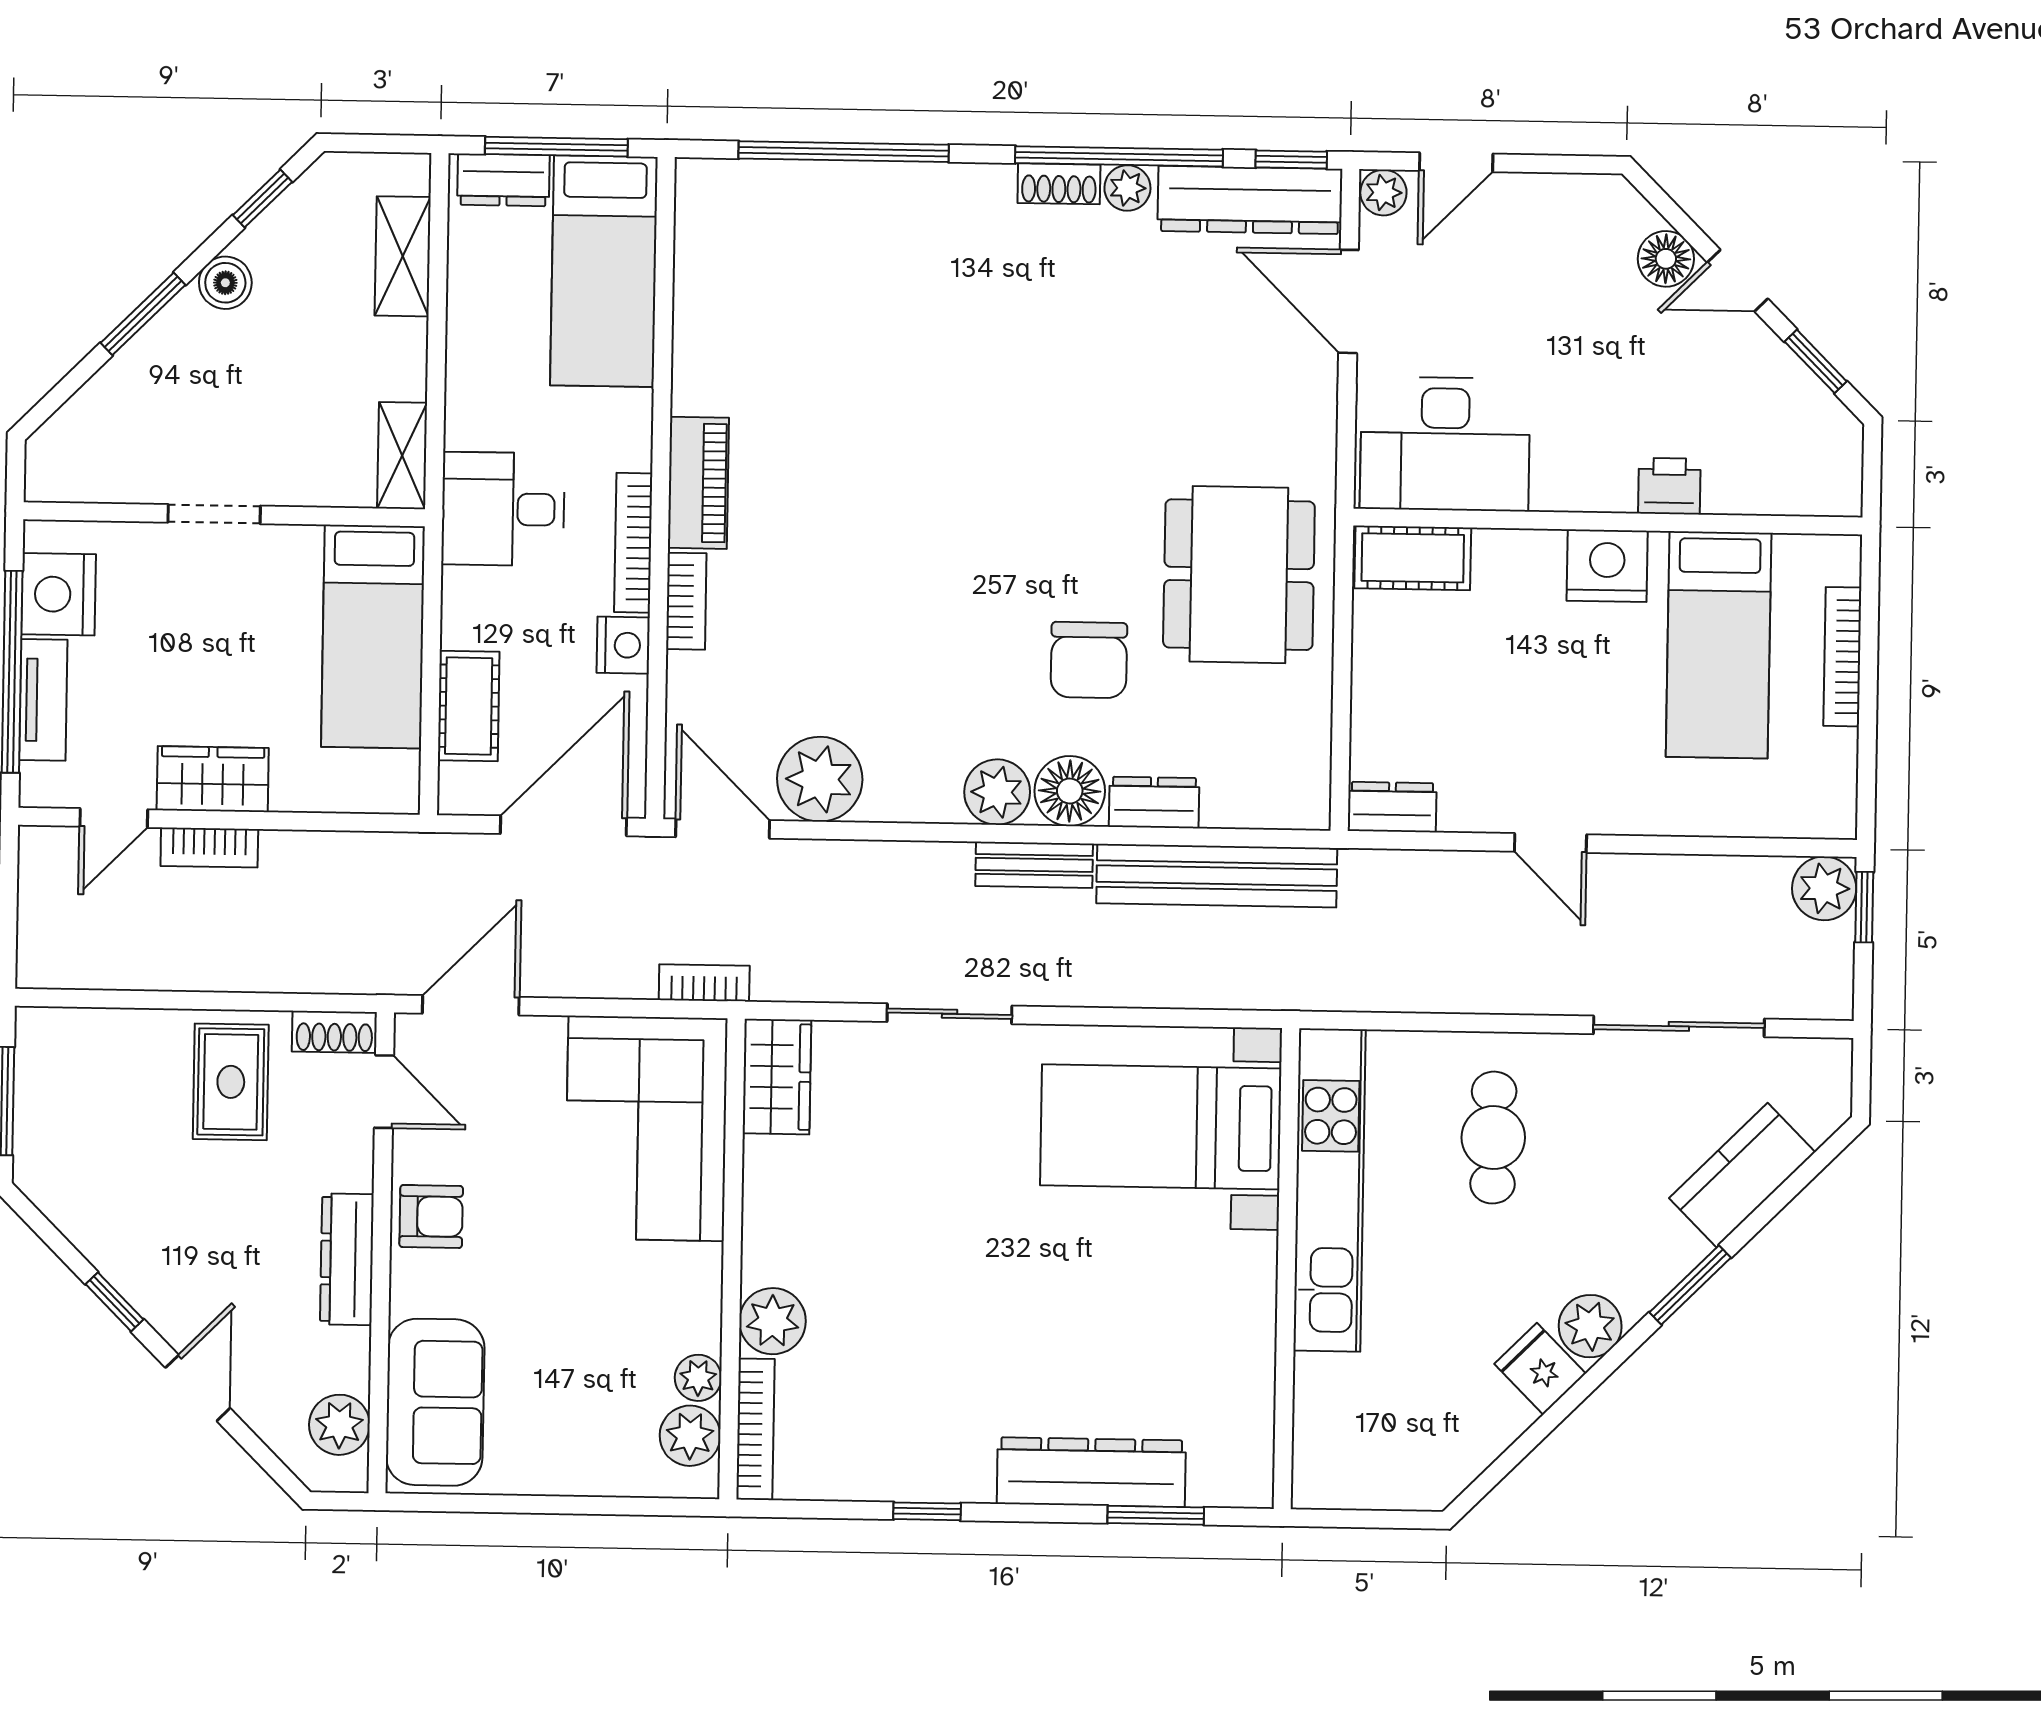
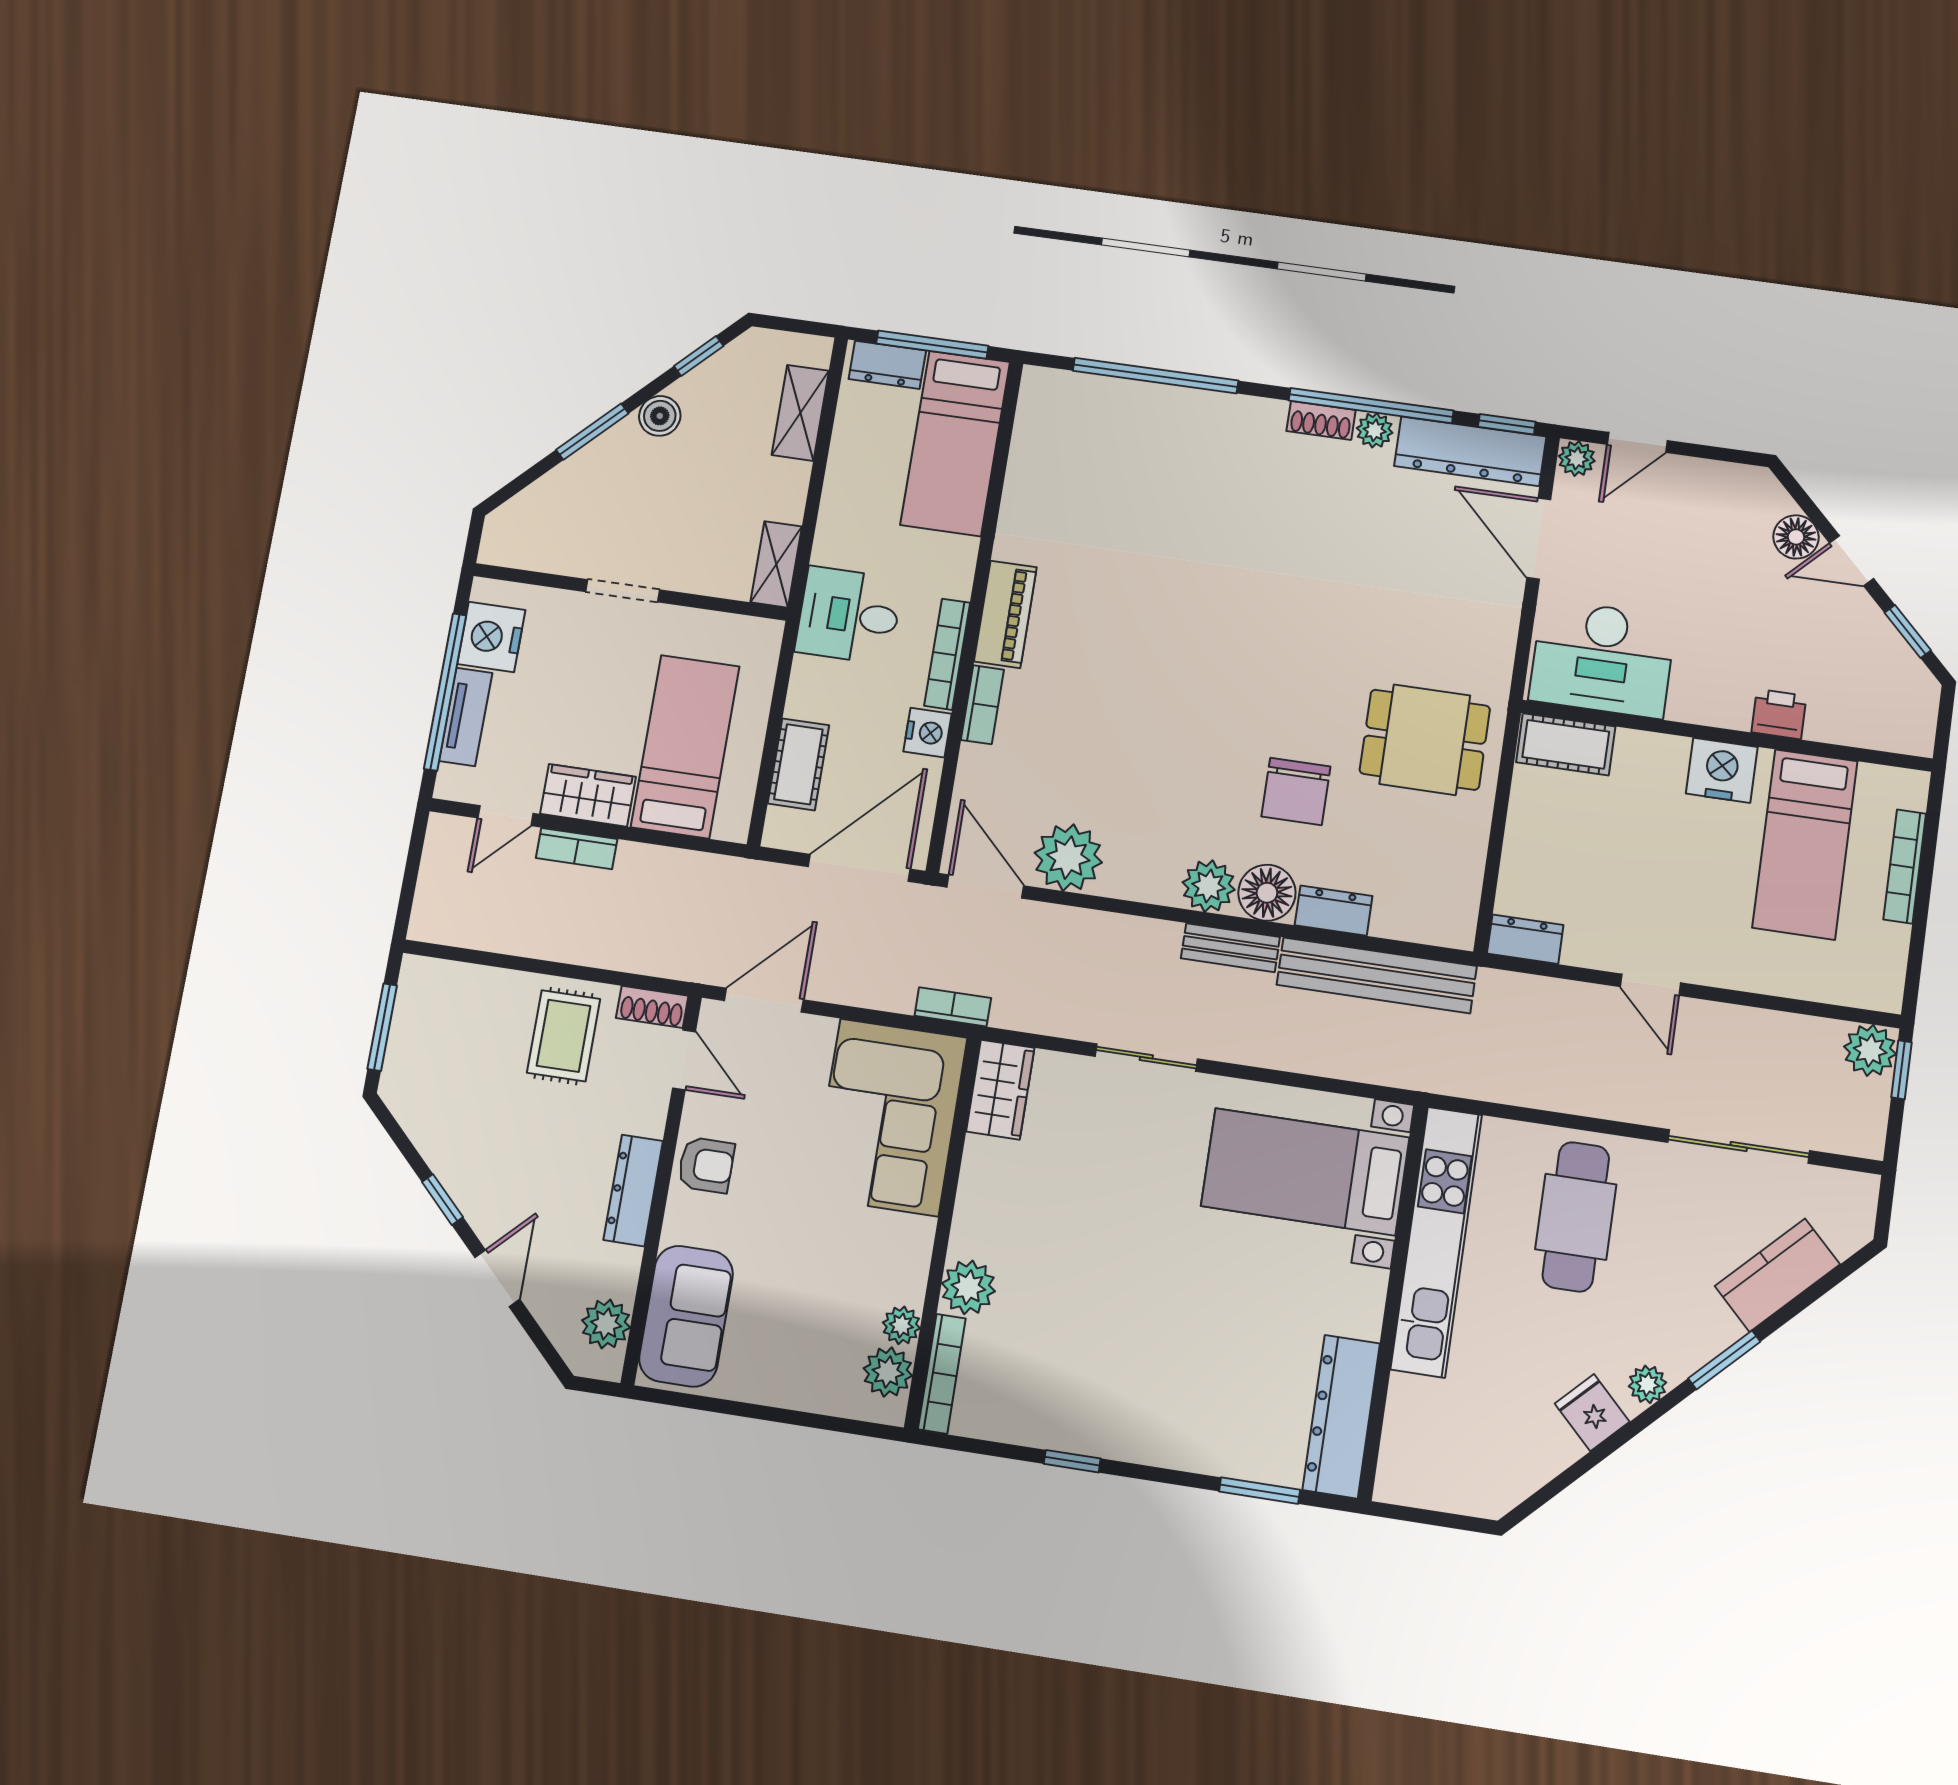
dining table: (1239, 575) -> (1425, 740), width x0.73
bed: (373, 637) -> (685, 747), moved, turned 180
cafe table: (1493, 1138) -> (1576, 1217), width x1.37, depth x1.35
plant: (1590, 1326) -> (1648, 1384), width x0.73, depth x0.73
dresser: (1091, 1472) -> (1341, 1417), moved, turned -90

